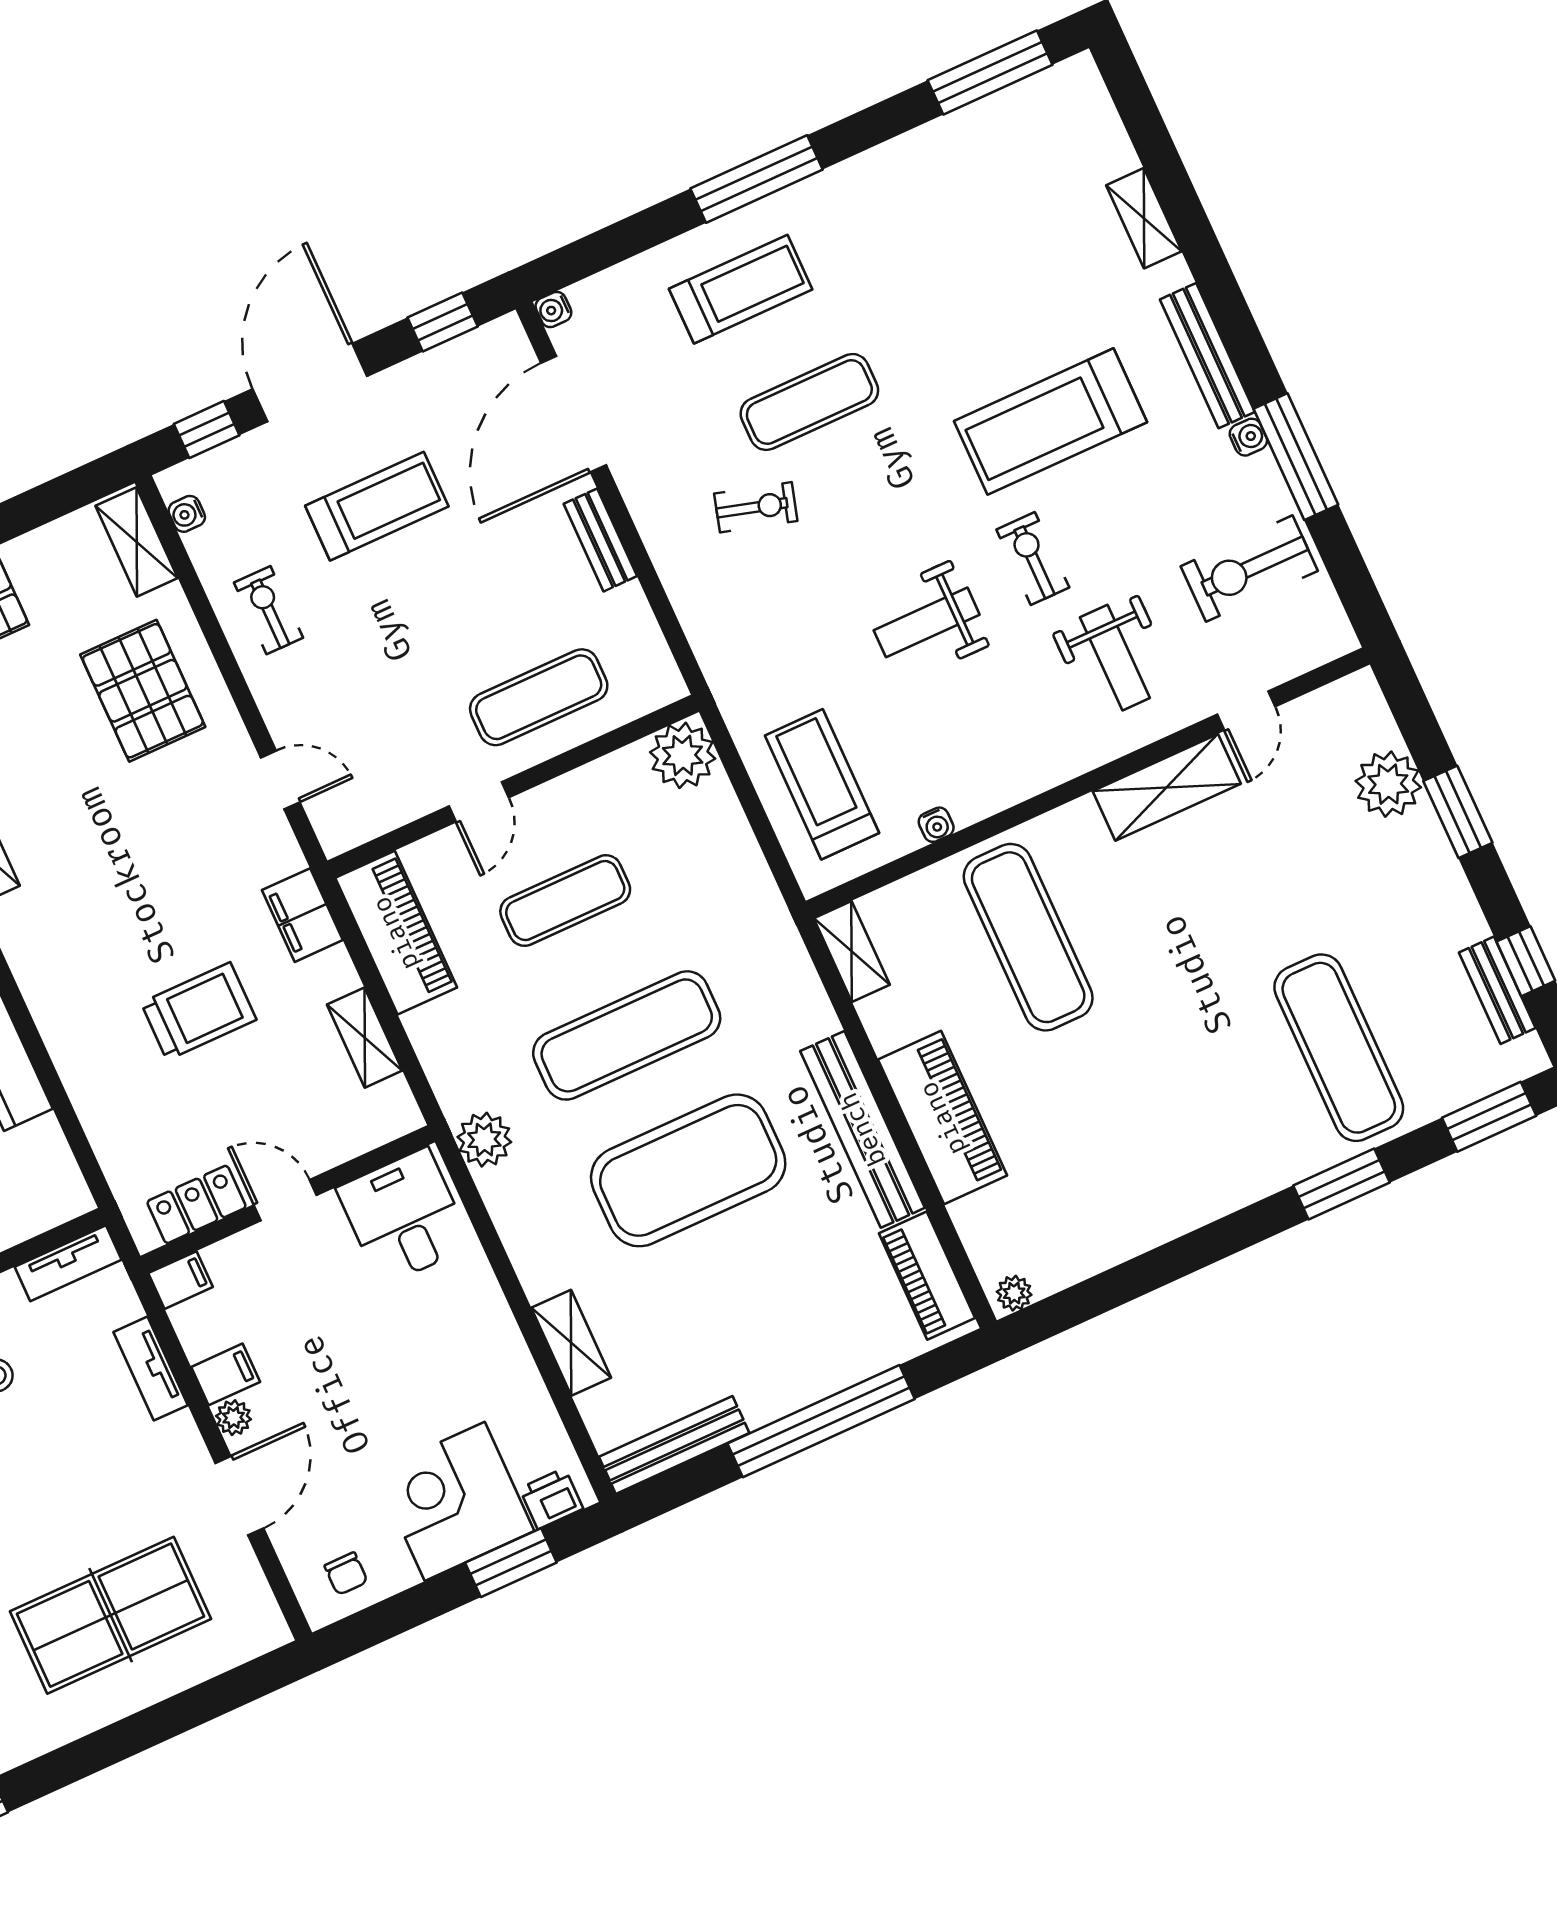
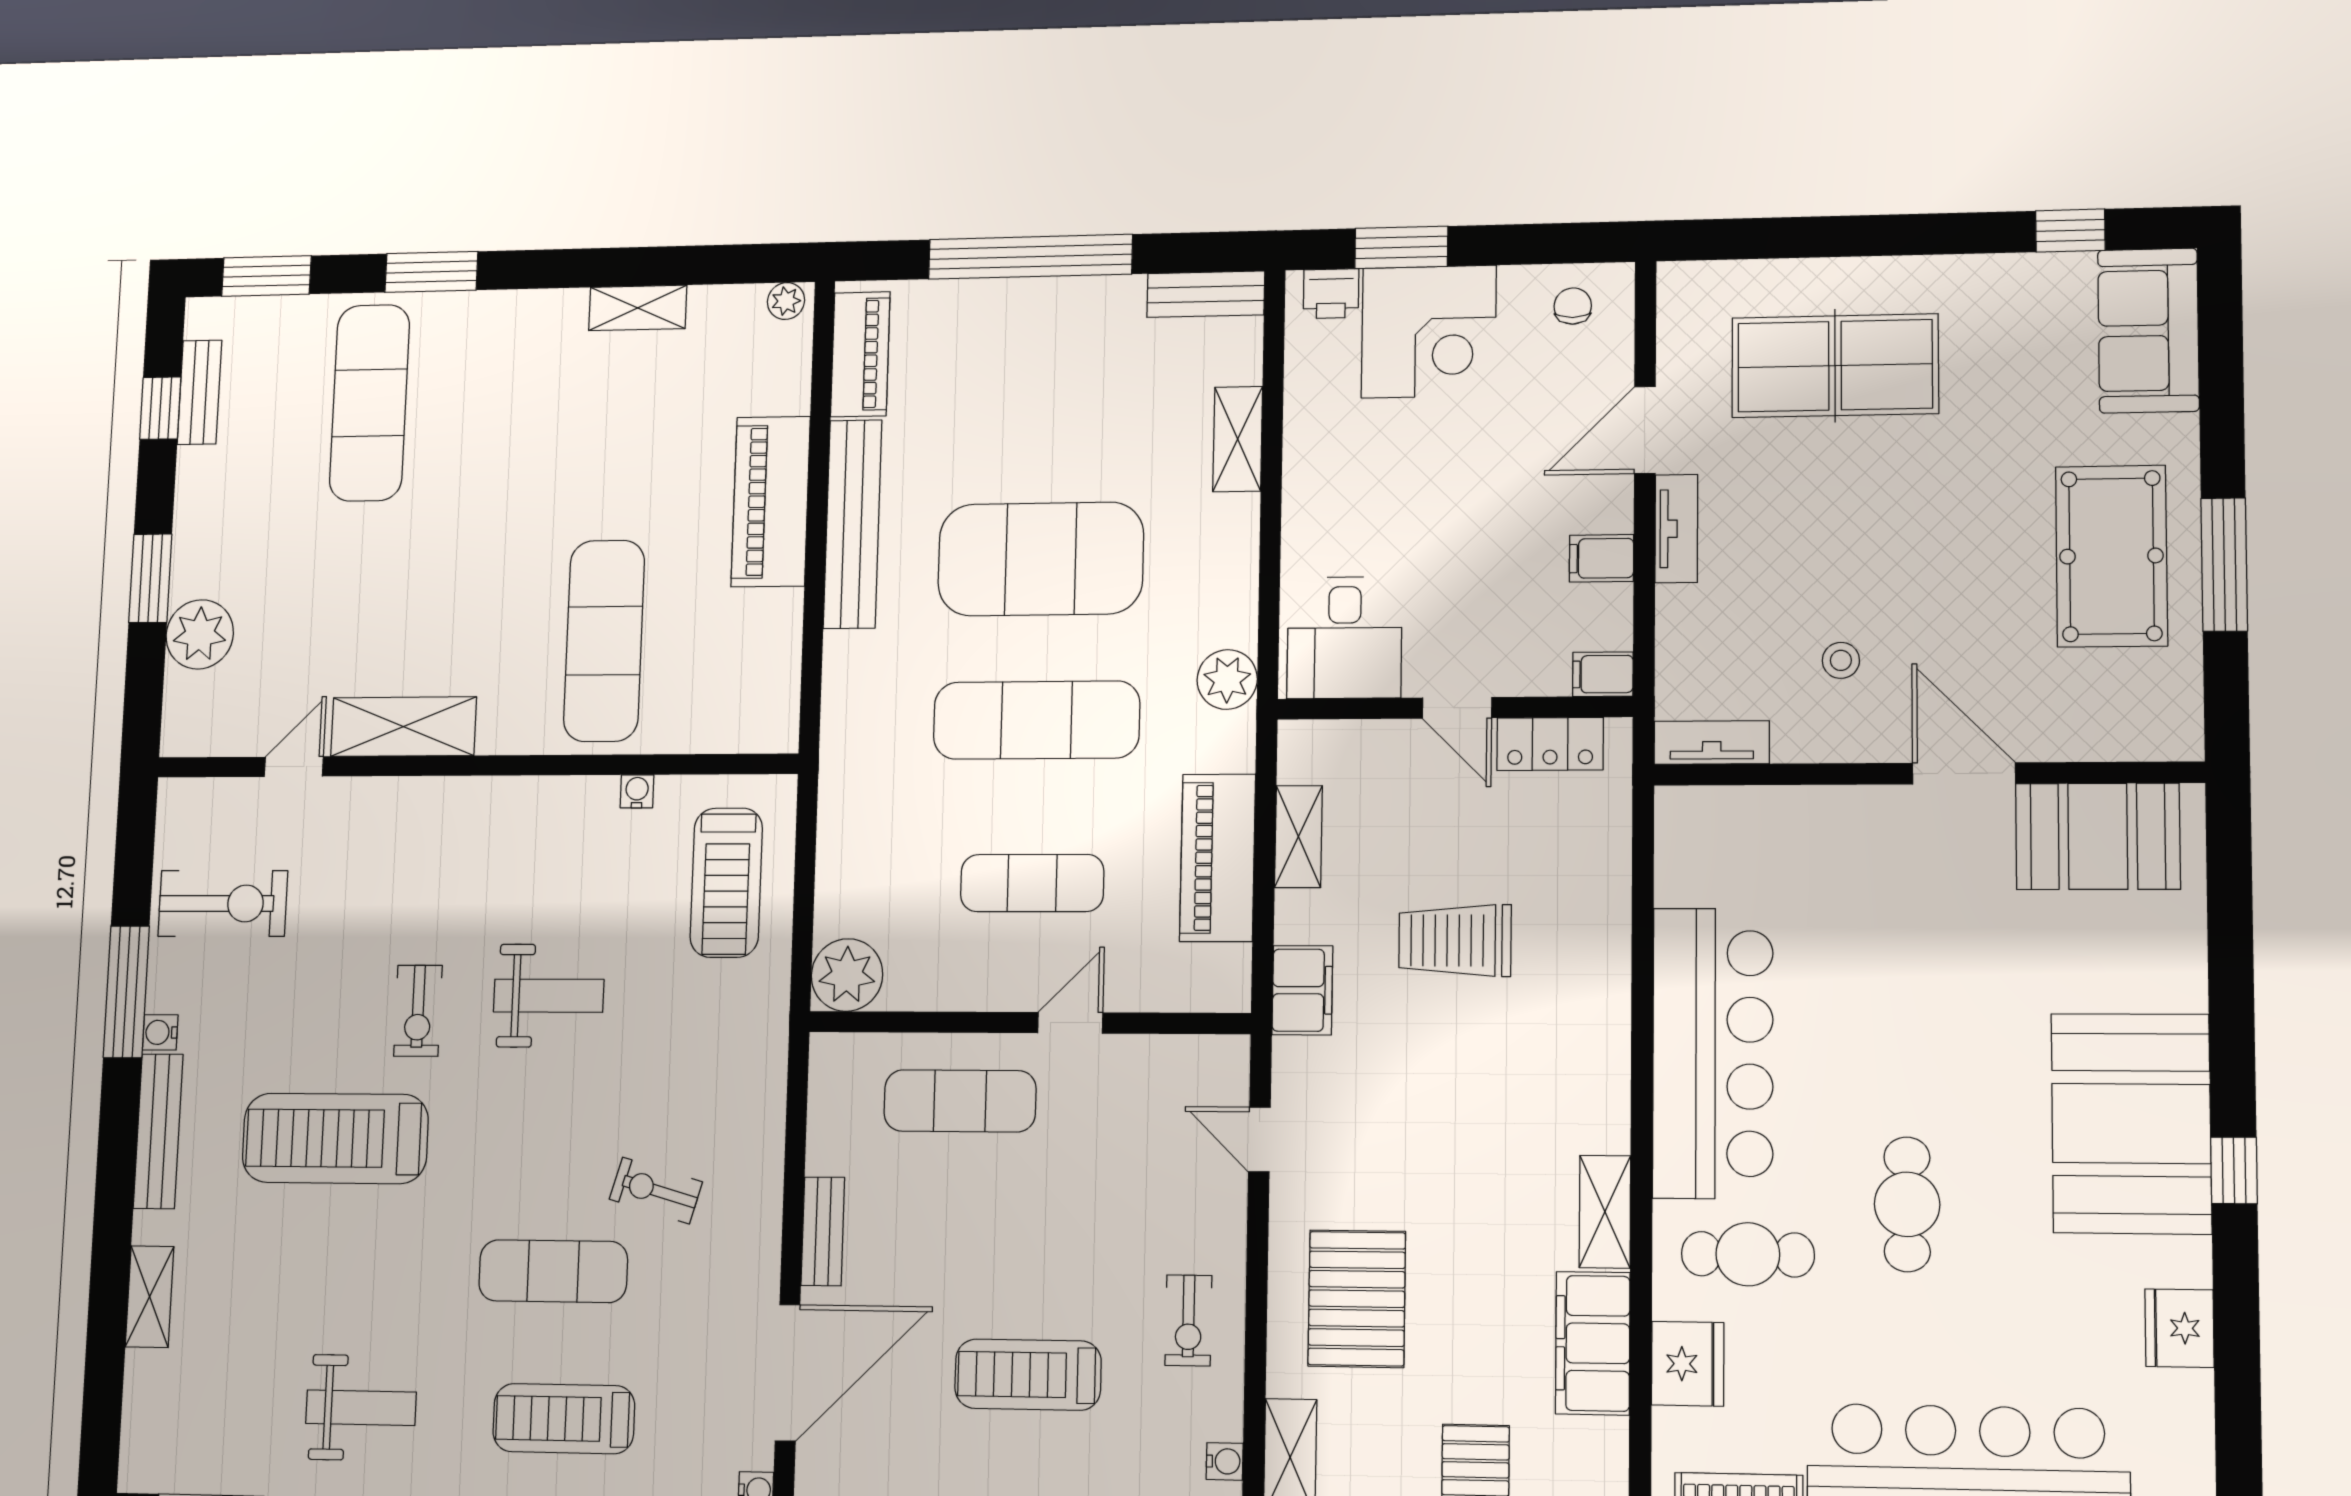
treadmill: (1050, 422) -> (335, 1138), turned 180
weight bench: (1115, 658) -> (361, 1408), moved, turned 90
piano: (396, 933) -> (1218, 858), moved
shelving: (852, 952) -> (638, 308), moved, turned 90
tv unit: (151, 1369) -> (1676, 529), moved
plant: (234, 1418) -> (1614, 511), removed
bench: (674, 1445) -> (1206, 294), width x0.73

